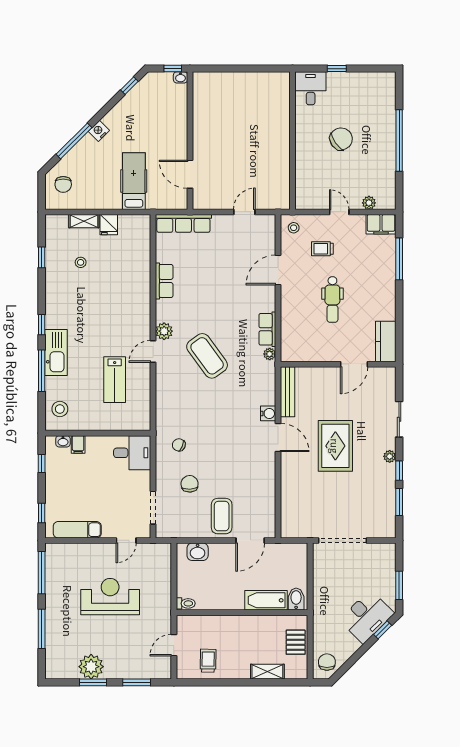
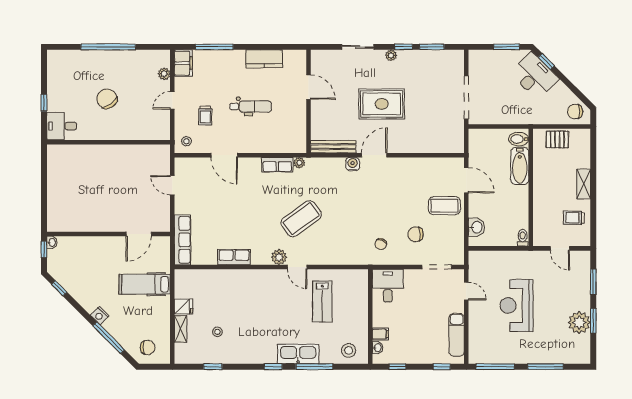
kitchen counter: (386, 341) -> (264, 59), moved
lab bench: (115, 380) -> (322, 301), turned 90
shelving: (267, 672) -> (584, 184), moved

